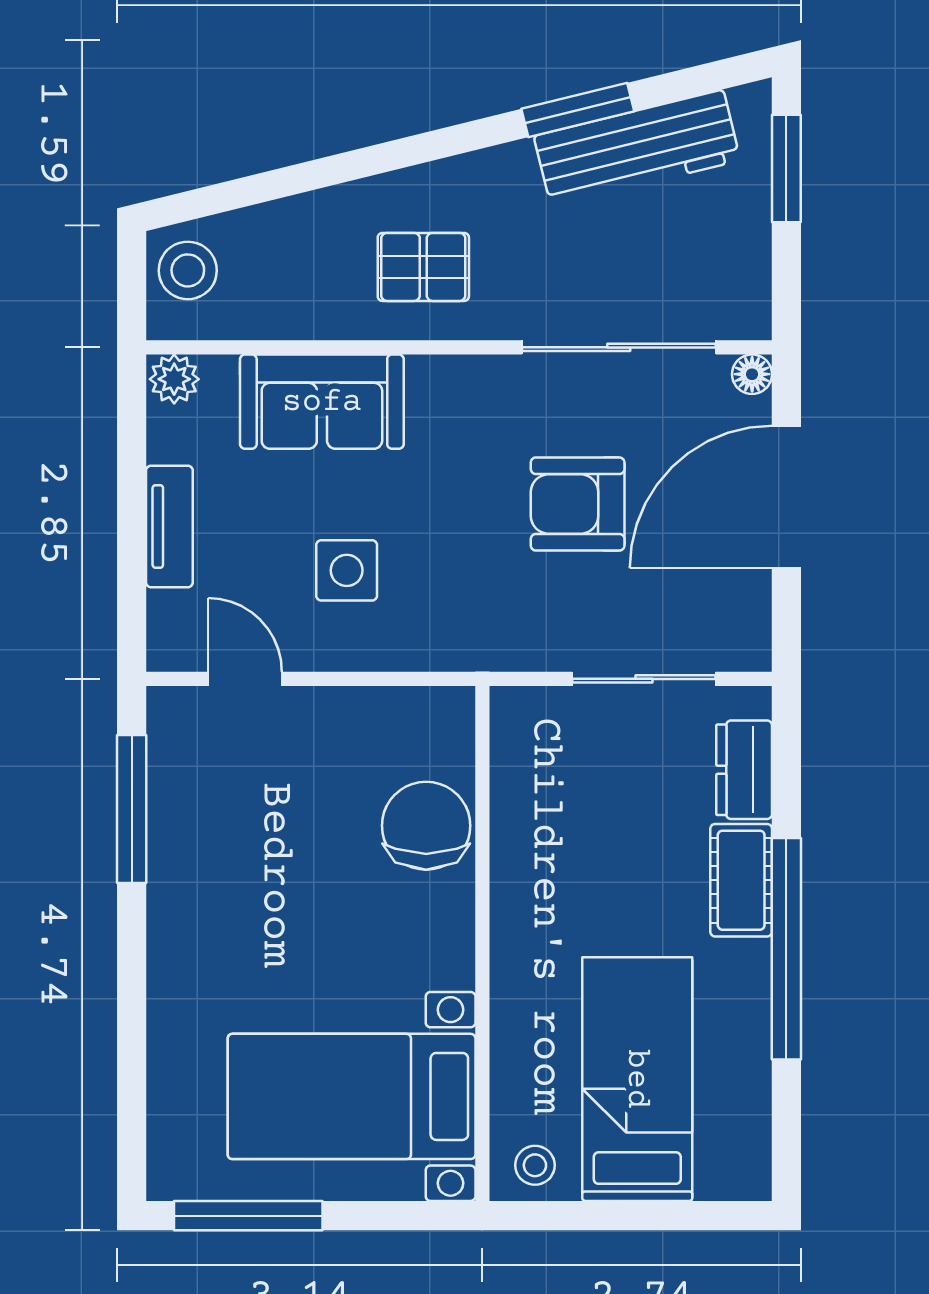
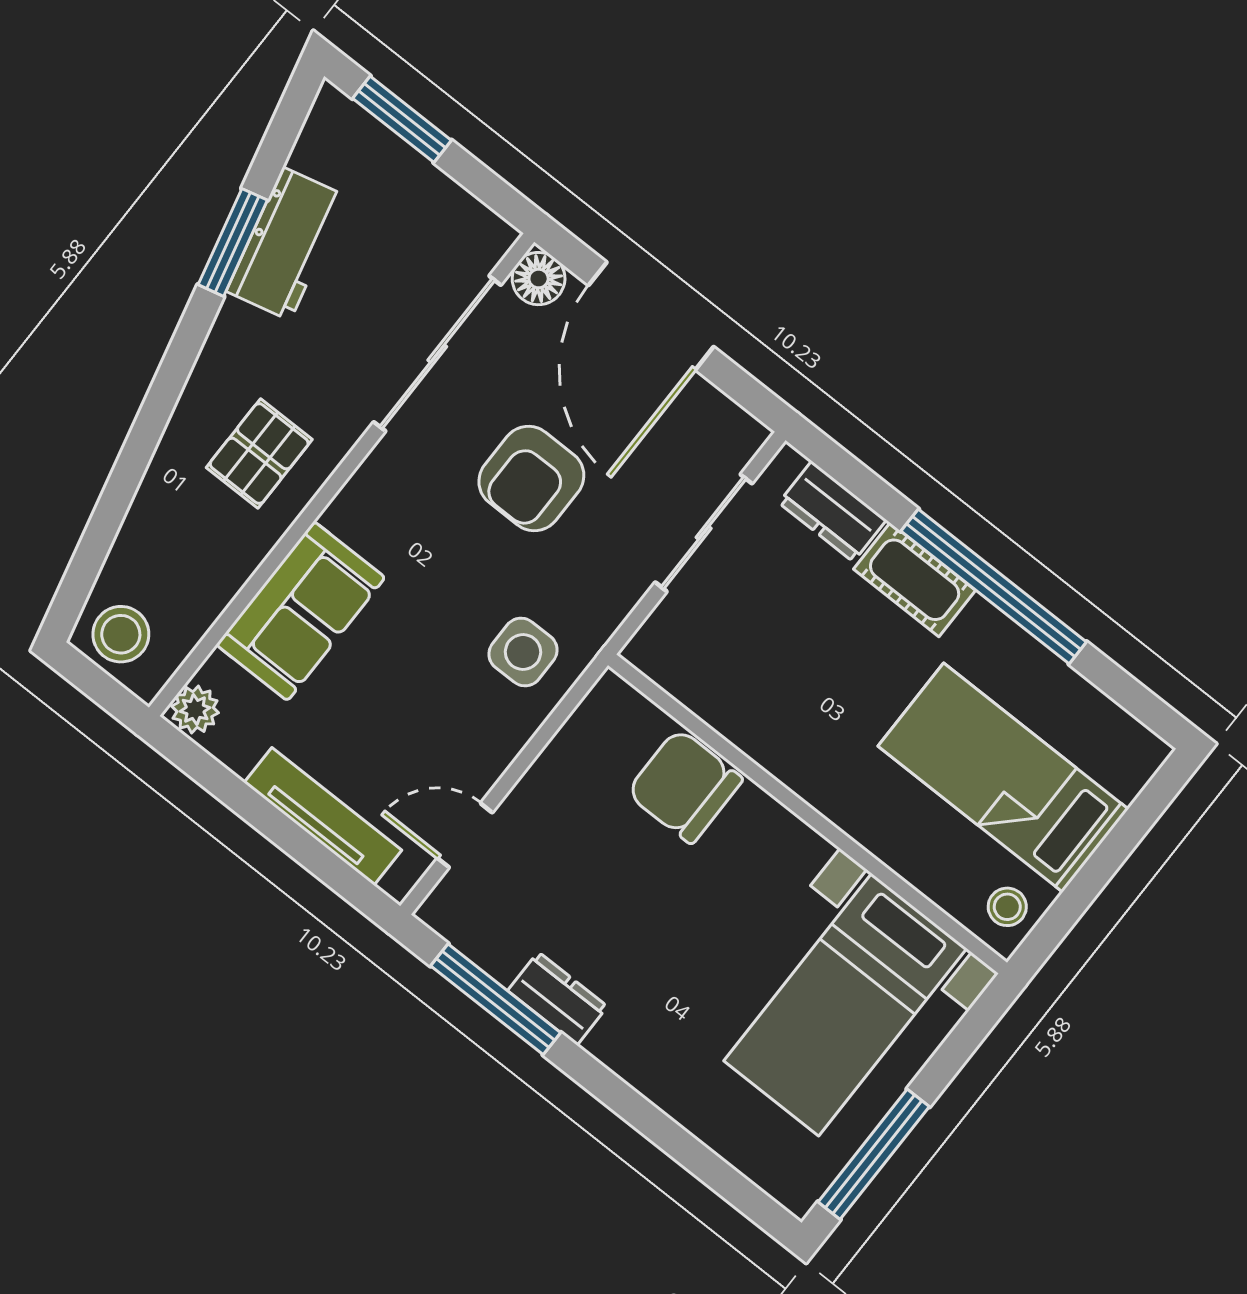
workbench: (637, 148) -> (286, 244), width x0.73
floor lamp: (752, 374) -> (539, 279), width x1.37, depth x1.37
tv unit: (169, 526) -> (323, 816), width x1.41
side table: (347, 570) -> (523, 652), moved
dresser: (172, 859) -> (557, 999), added

